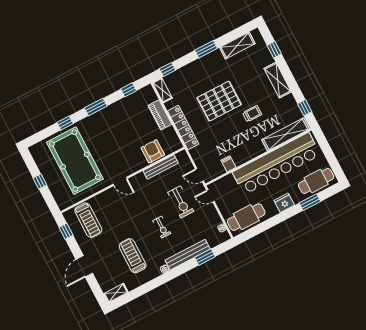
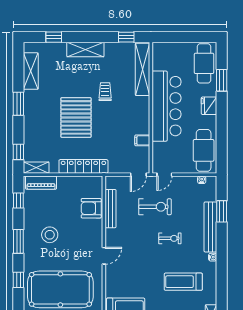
piano: (160, 115) -> (41, 183), moved
stool: (114, 129) -> (50, 235), added
bar counter: (276, 164) -> (167, 106), width x0.73

